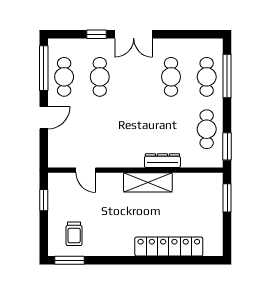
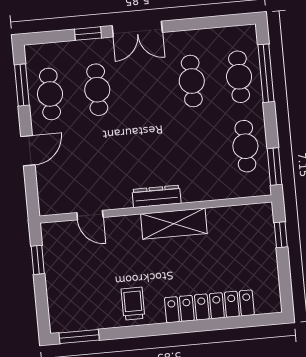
window: (44, 68) -> (22, 85), width x0.69
dresser: (162, 161) -> (157, 196), moved
window: (227, 198) -> (281, 235), width x0.67
trolley: (74, 234) -> (133, 304), moved, turned 180

